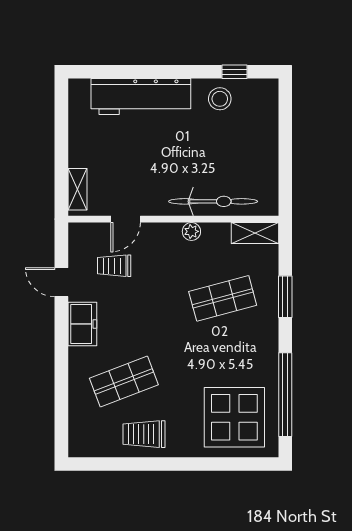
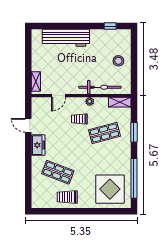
stool: (220, 99) -> (118, 61), moved
trolley: (114, 266) -> (79, 119), moved
shop shelf: (124, 381) -> (58, 172), turned 42

